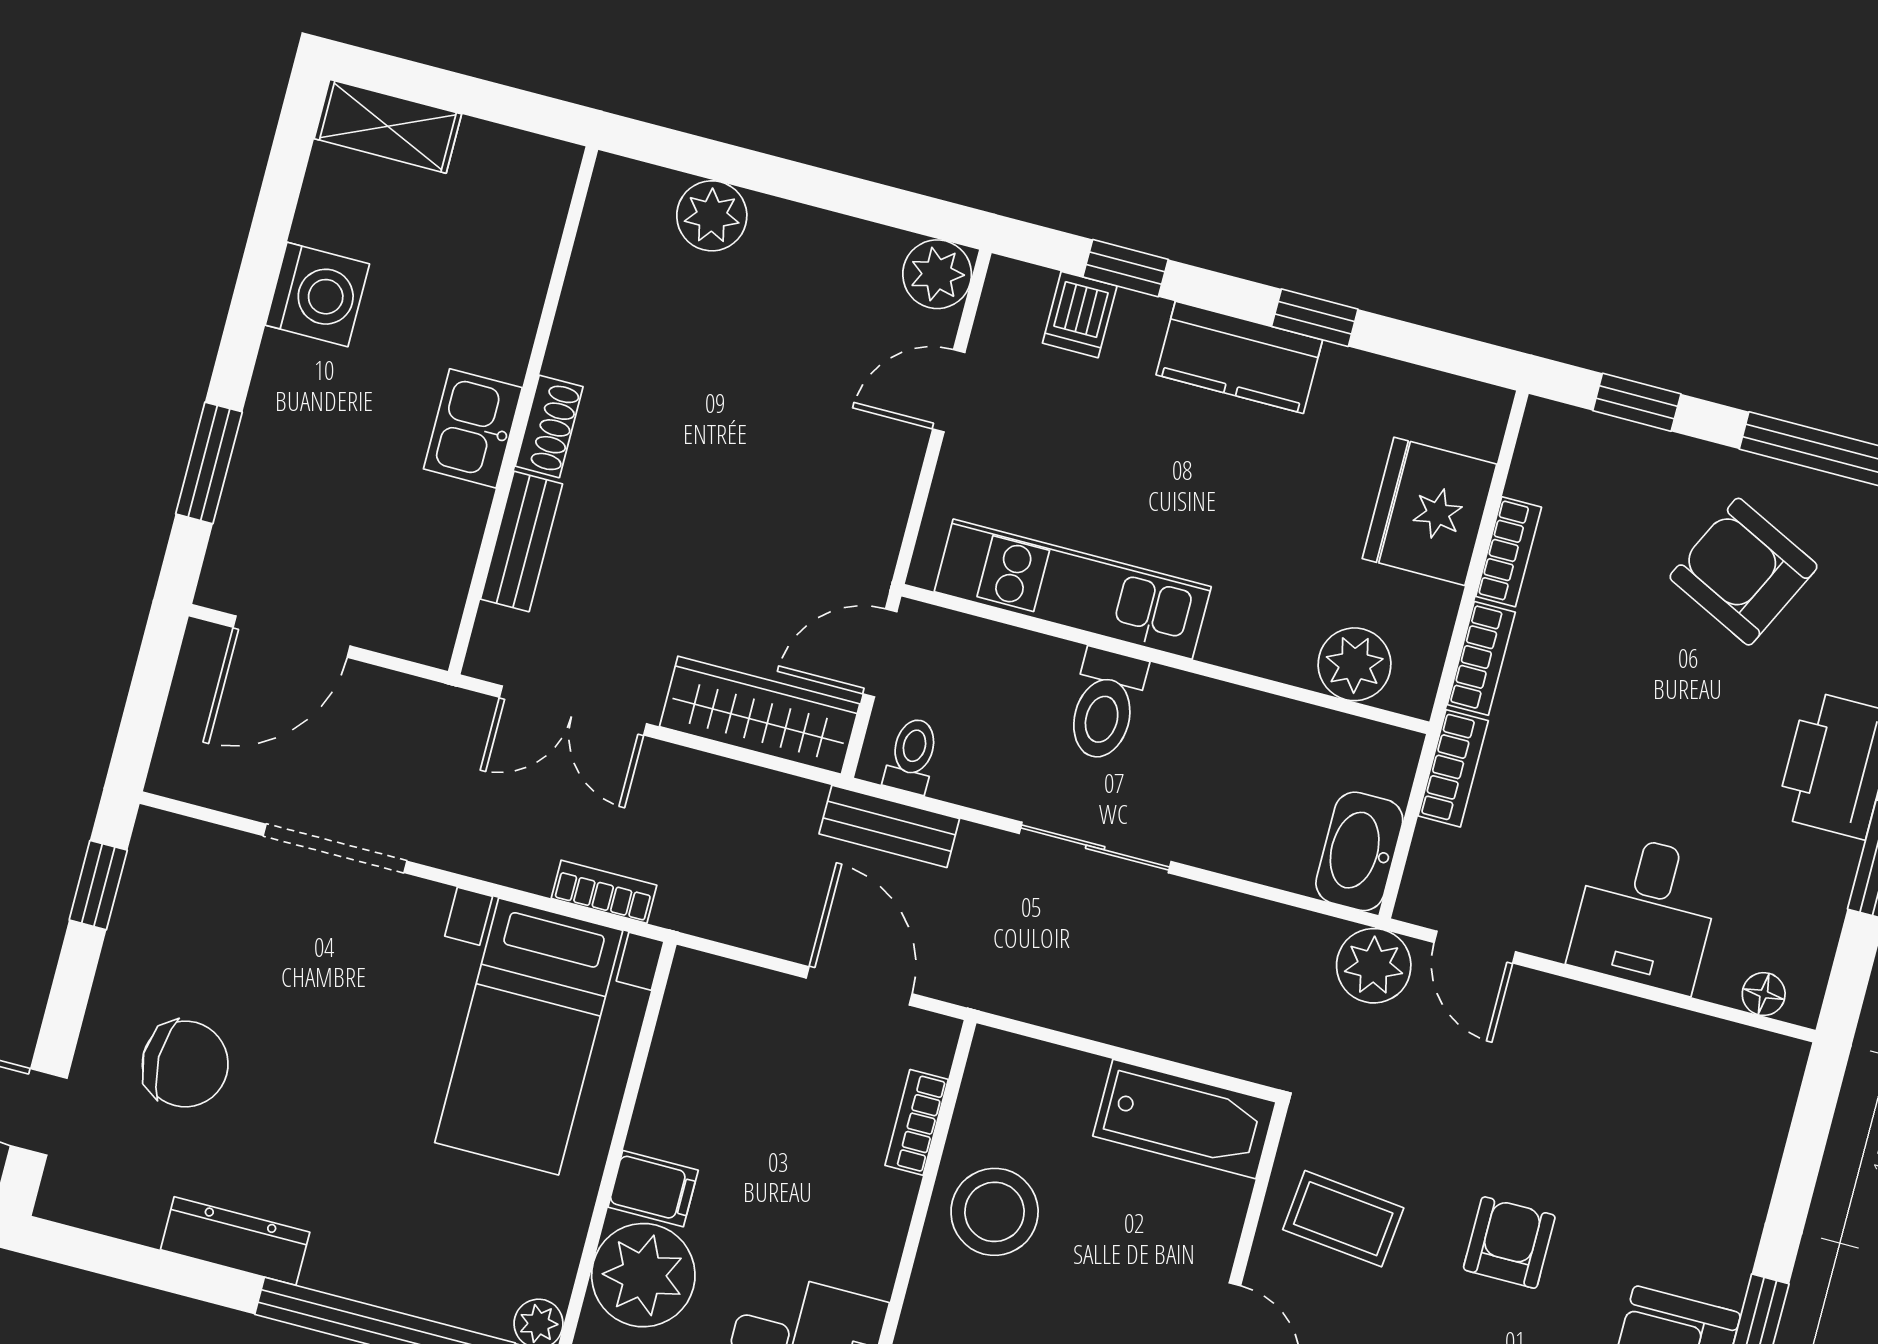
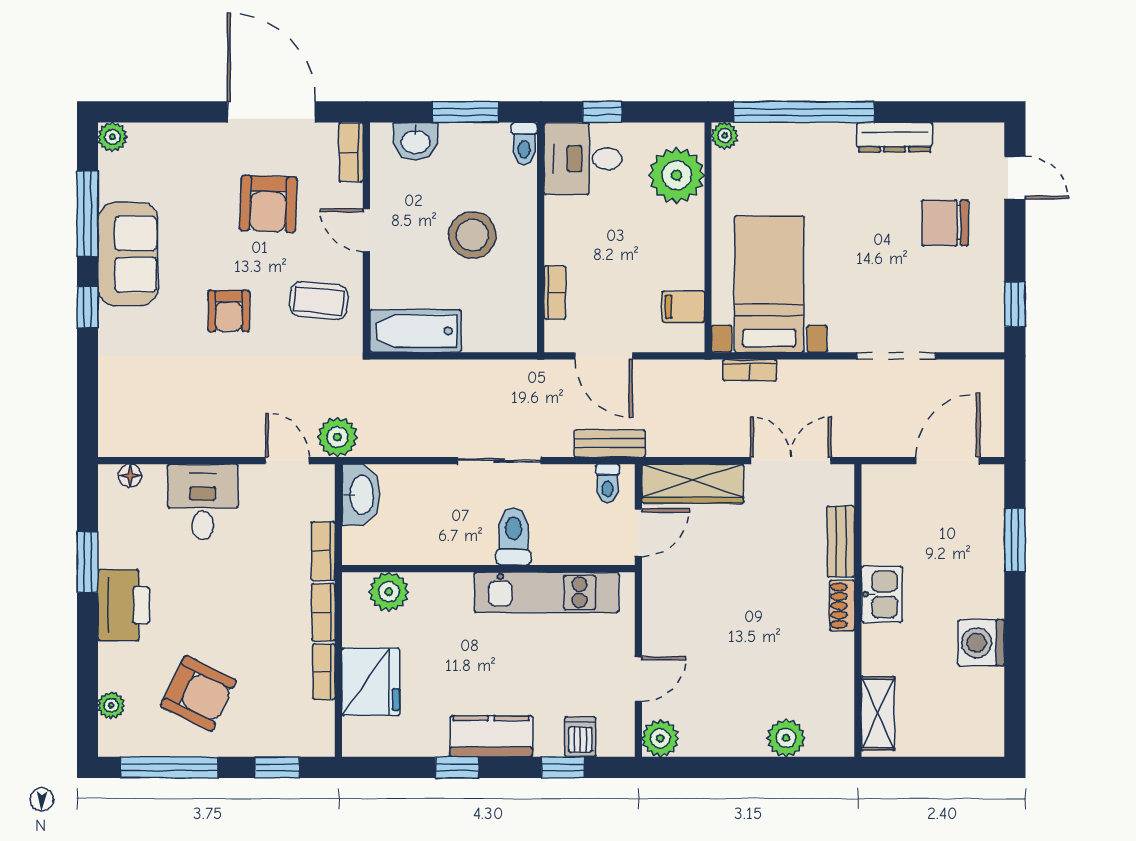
shelving: (388, 126) -> (878, 713), moved, turned 90
filing cabinet: (653, 1189) -> (683, 307), moved
stool: (995, 1212) -> (472, 235), moved

